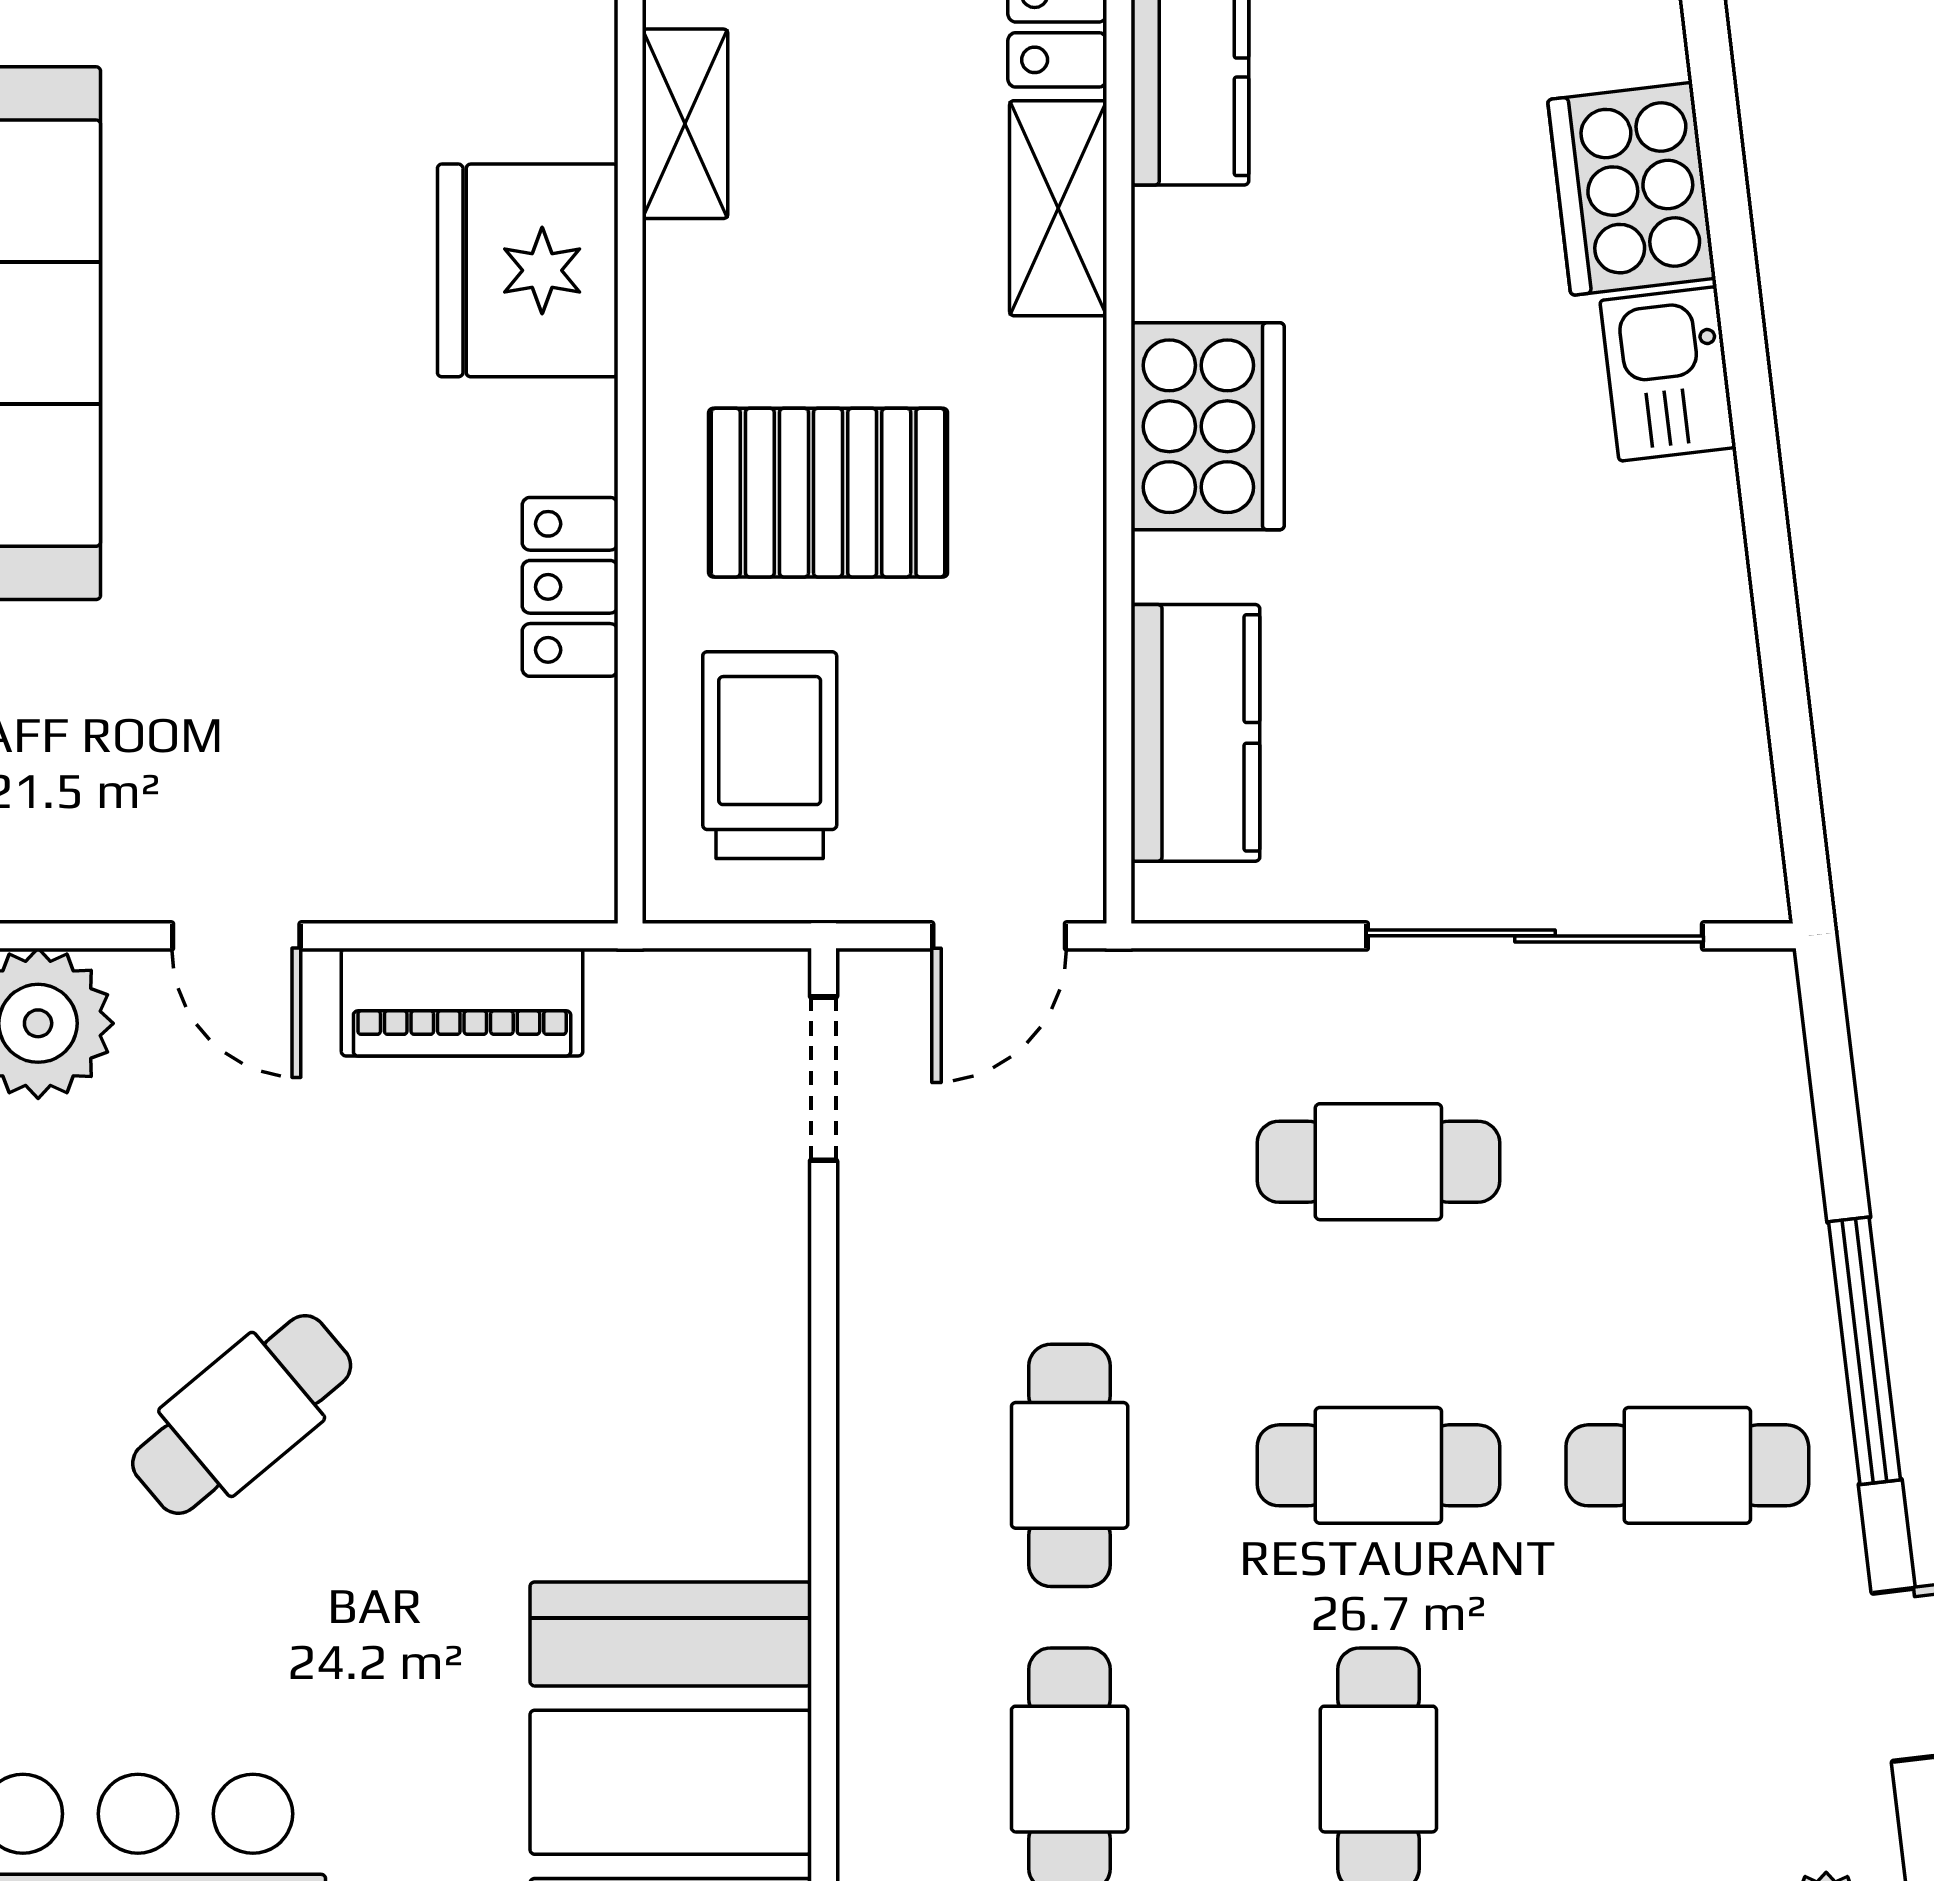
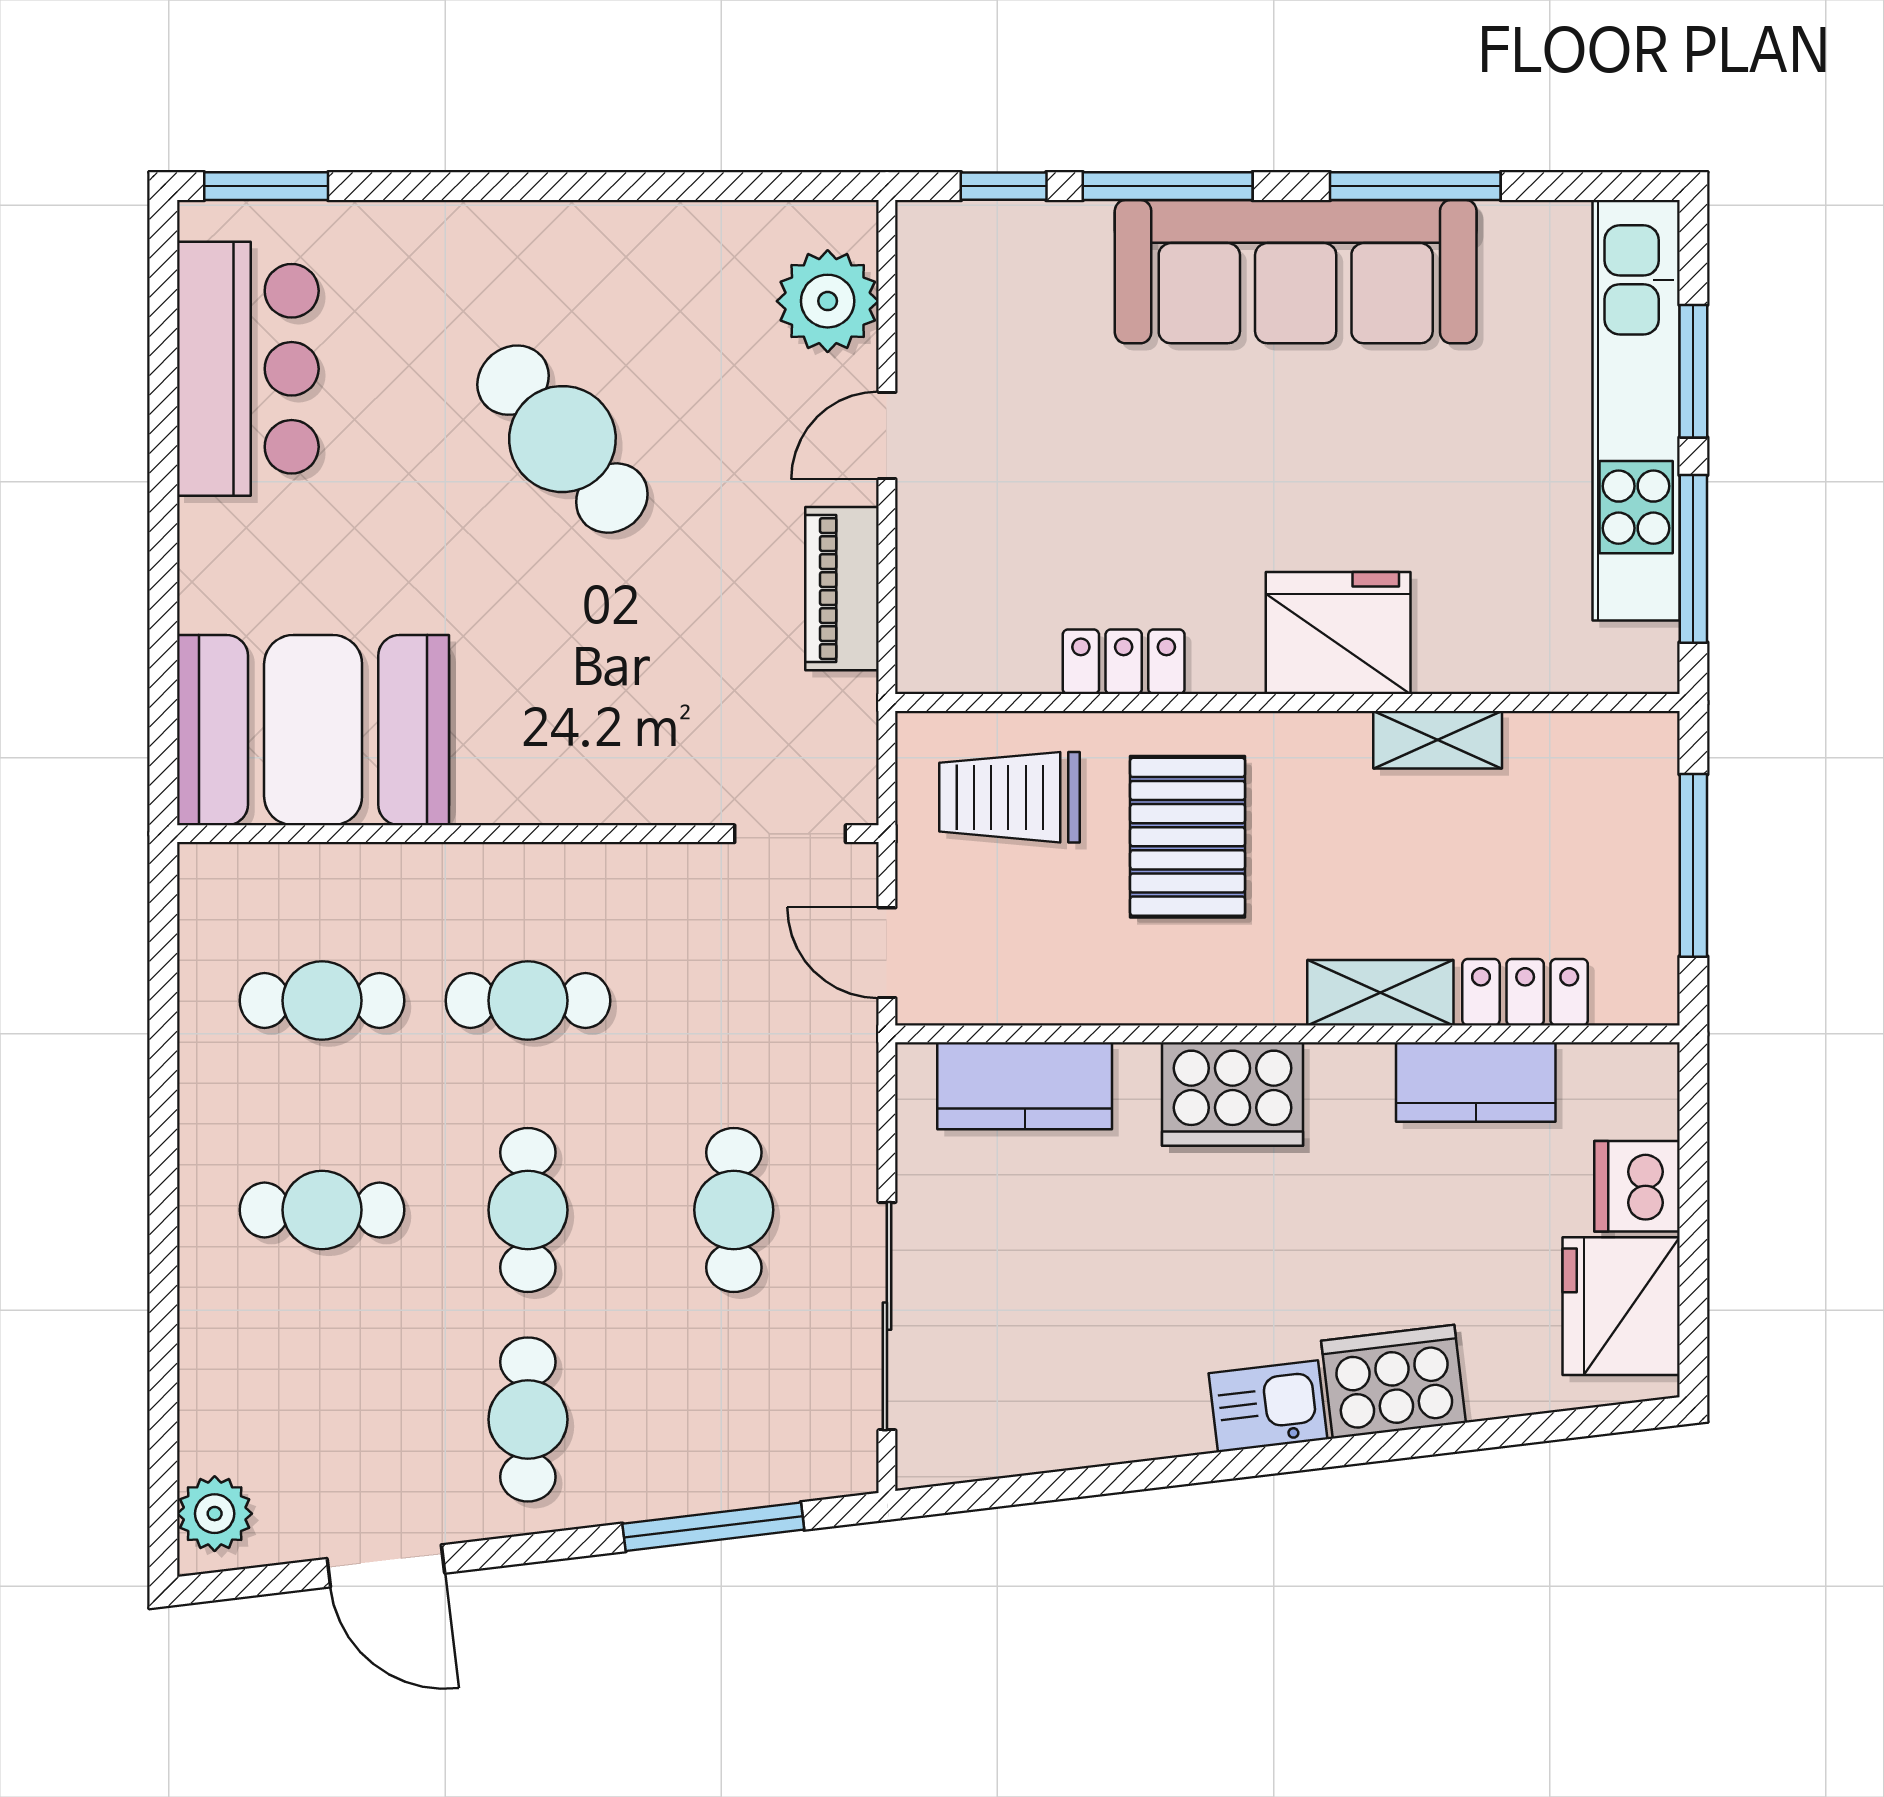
trolley: (770, 755) -> (1010, 797), turned 180
window: (1865, 1351) -> (713, 1527), moved
cafe table: (242, 1414) -> (562, 439), width x1.37, depth x1.35

